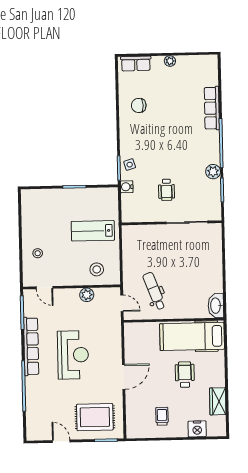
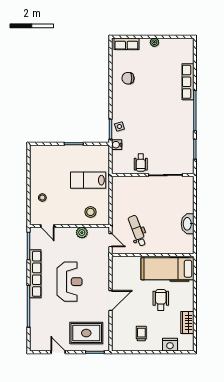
plant: (213, 172) -> (188, 134), removed
wheelchair: (167, 190) -> (141, 163), moved
washbasin: (216, 306) -> (188, 224), moved

